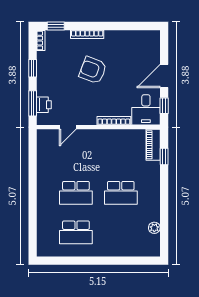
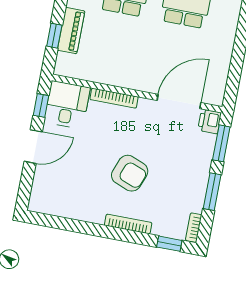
window: (33, 68) -> (212, 192), width x1.50
printer: (44, 105) -> (209, 121), moved
door: (68, 127) -> (179, 102), width x1.87
piano: (153, 145) -> (71, 31), moved

